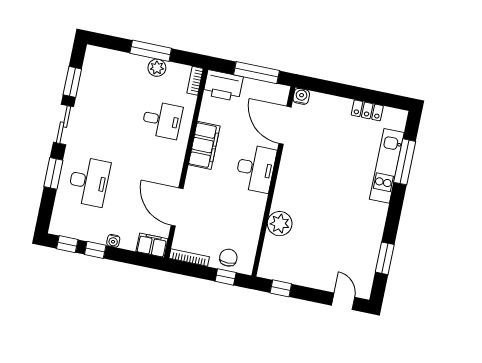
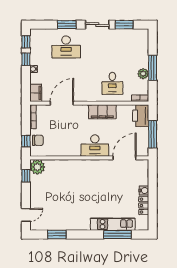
water cooler: (301, 96) -> (144, 190), moved
plant: (280, 224) -> (37, 167), moved

